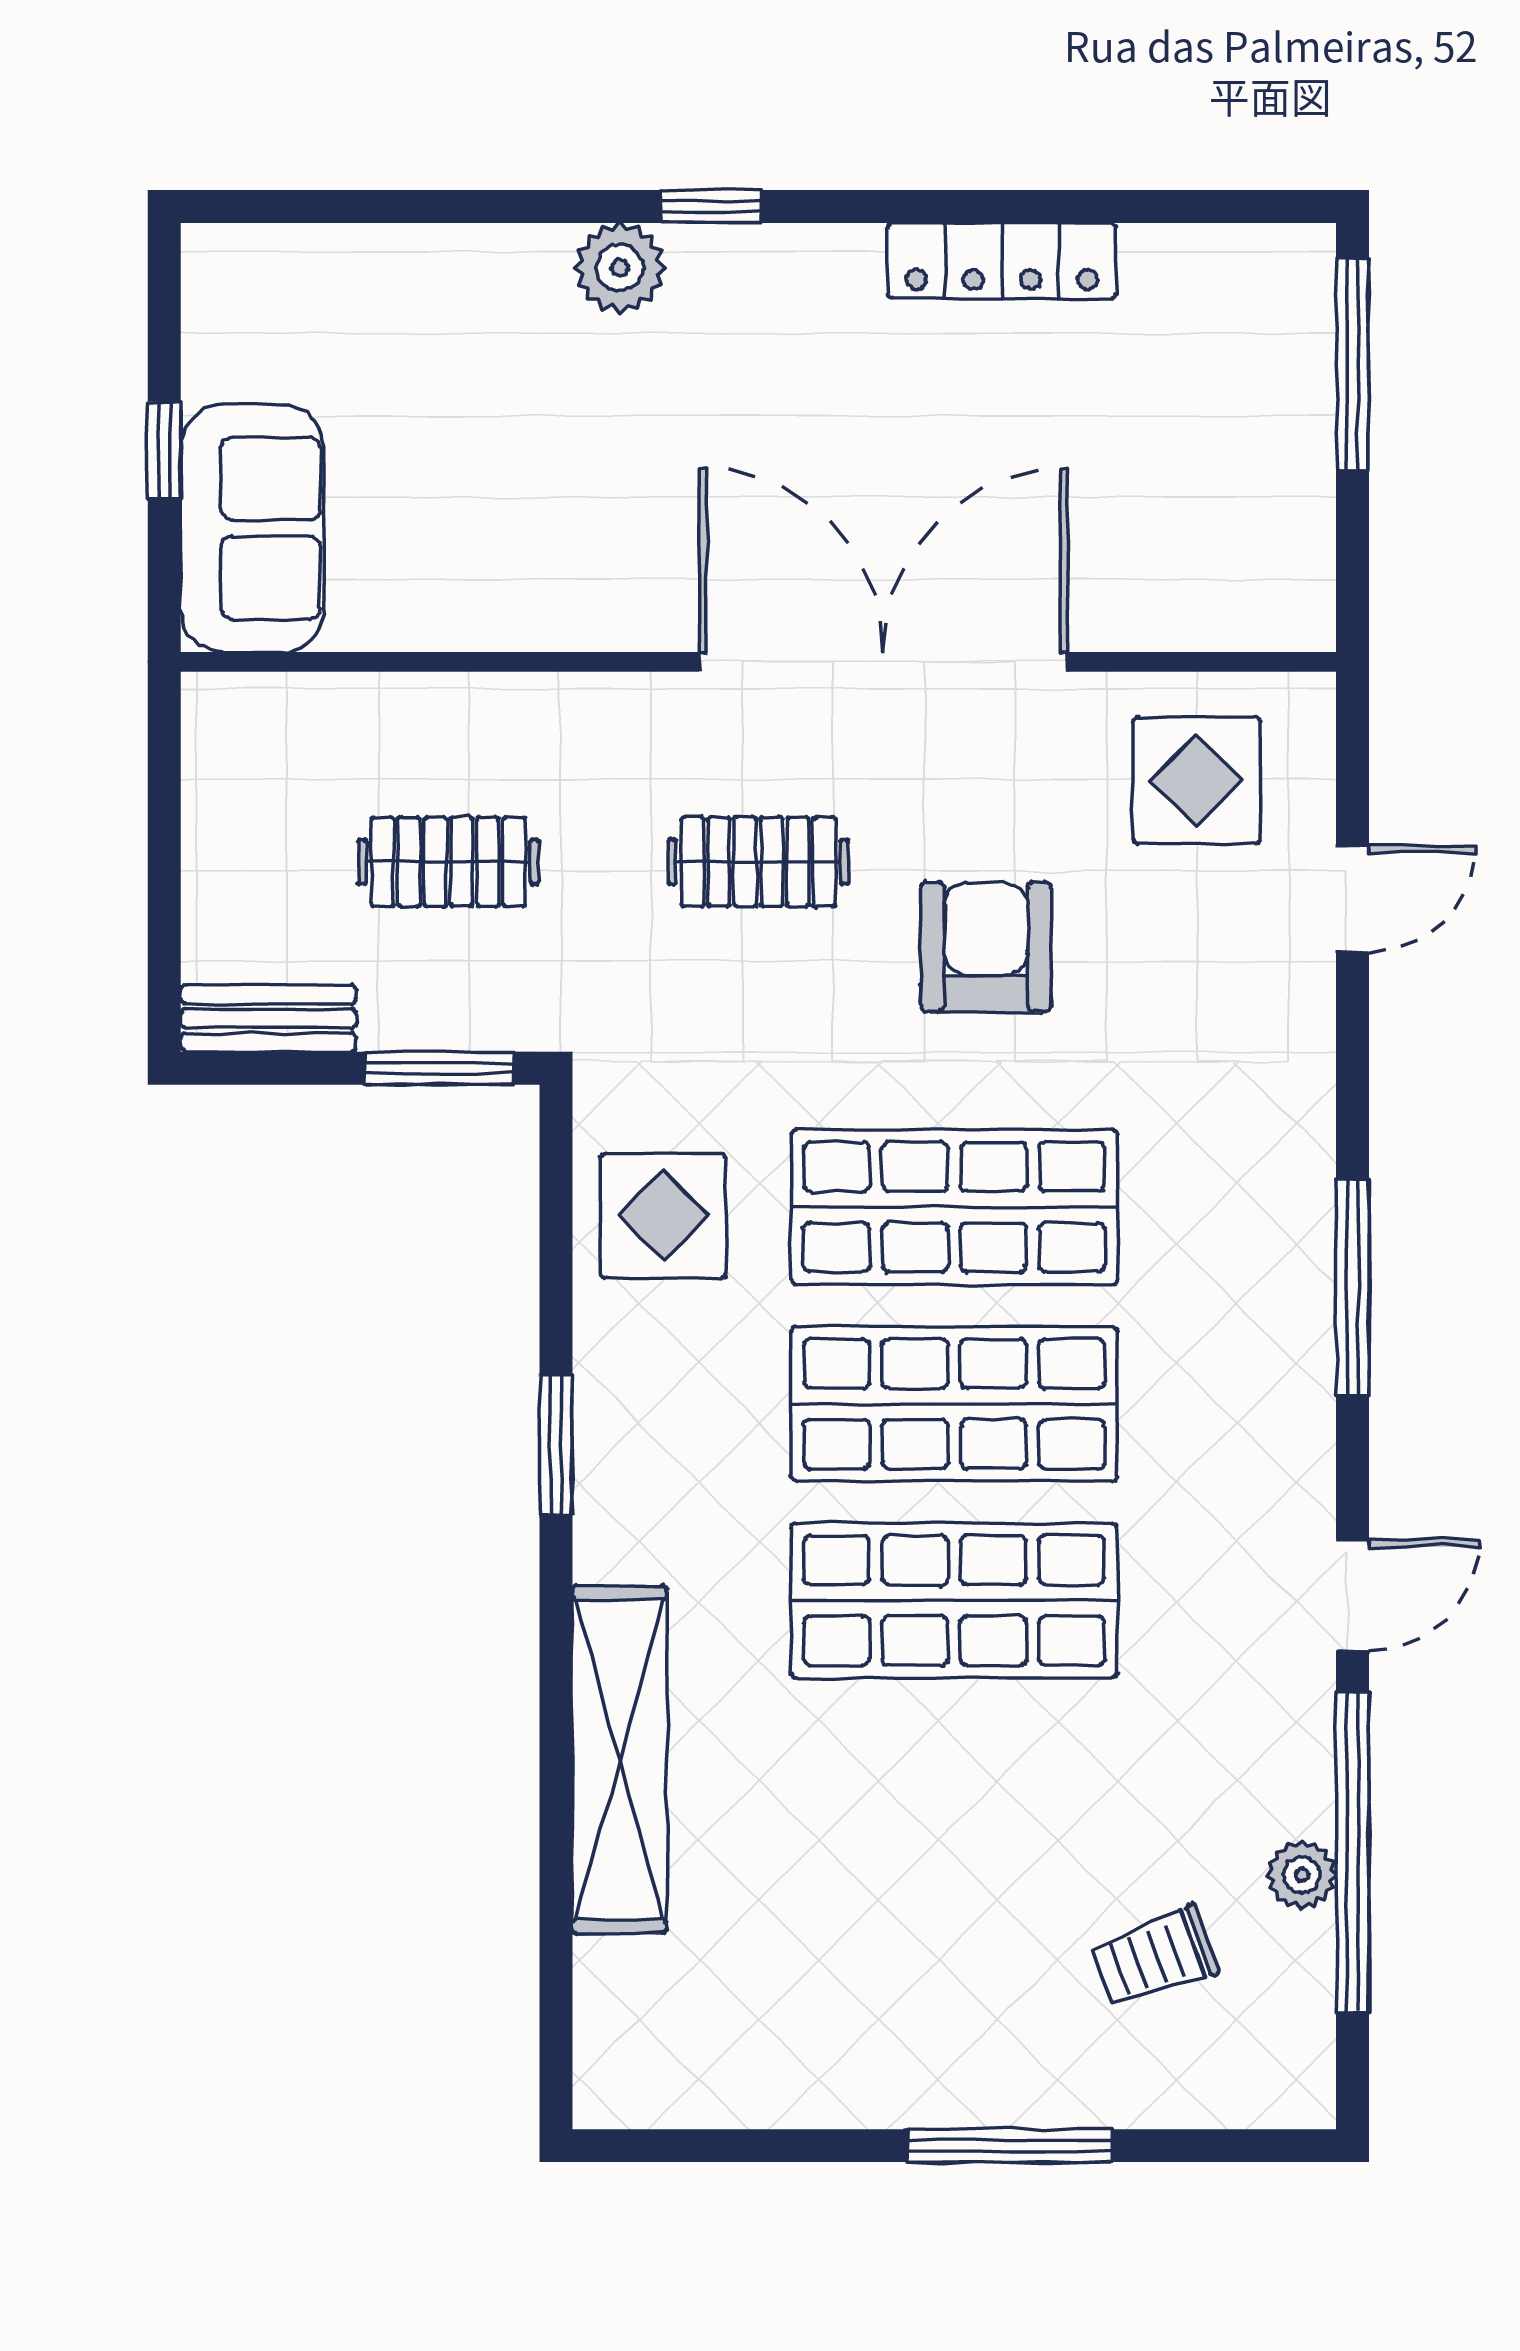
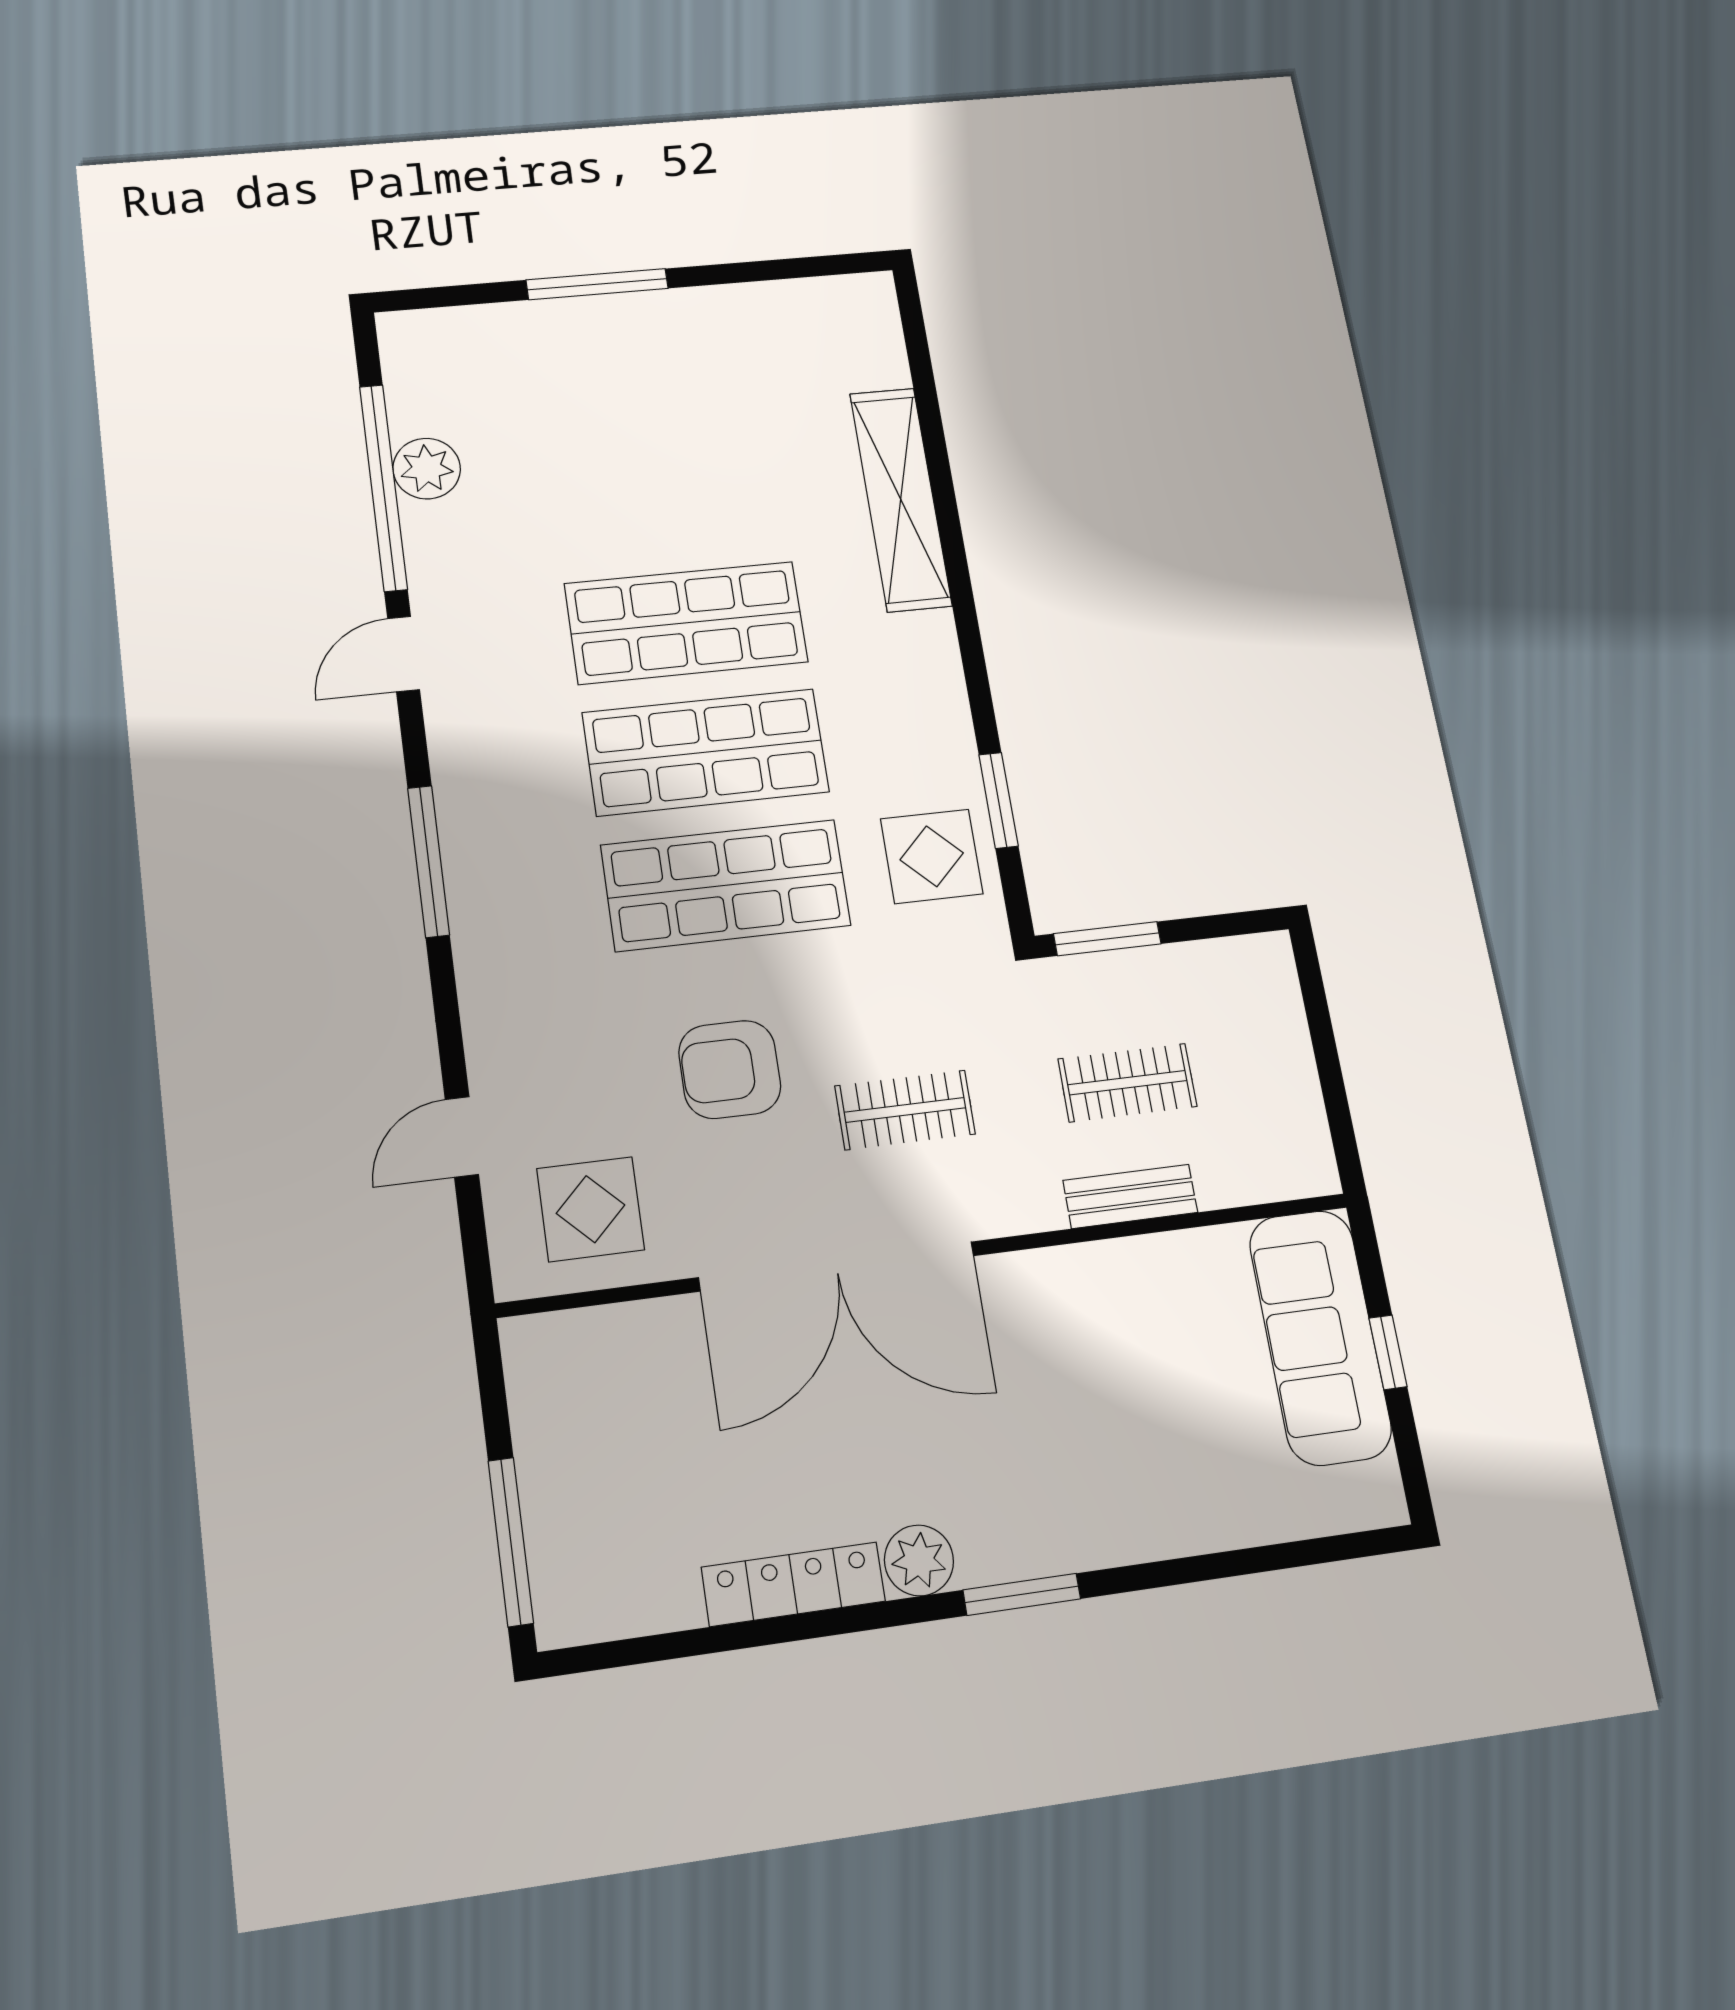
window: (711, 206) -> (1022, 1594), width x1.50
plant: (620, 268) -> (919, 1560), moved
sofa: (252, 528) -> (1320, 1337), width x1.36
armchair: (986, 947) -> (730, 1069), turned 90
bench: (268, 1018) -> (1130, 1196), moved
window: (556, 1445) -> (998, 800), moved
plant: (1302, 1875) -> (427, 469), width x1.38, depth x1.38
trolley: (1155, 1957) -> (514, 409), removed

